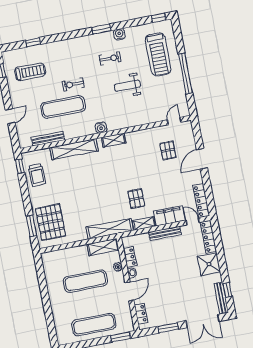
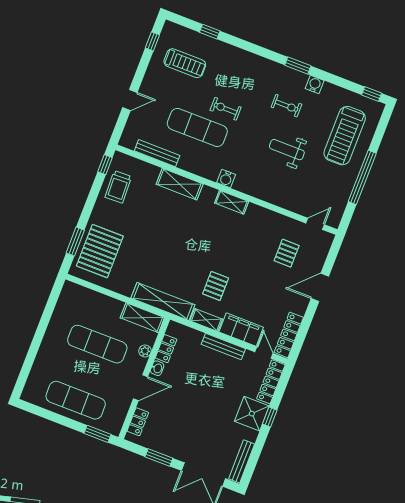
shelving: (74, 149) -> (180, 184), width x0.68
window: (227, 290) -> (270, 417), moved

